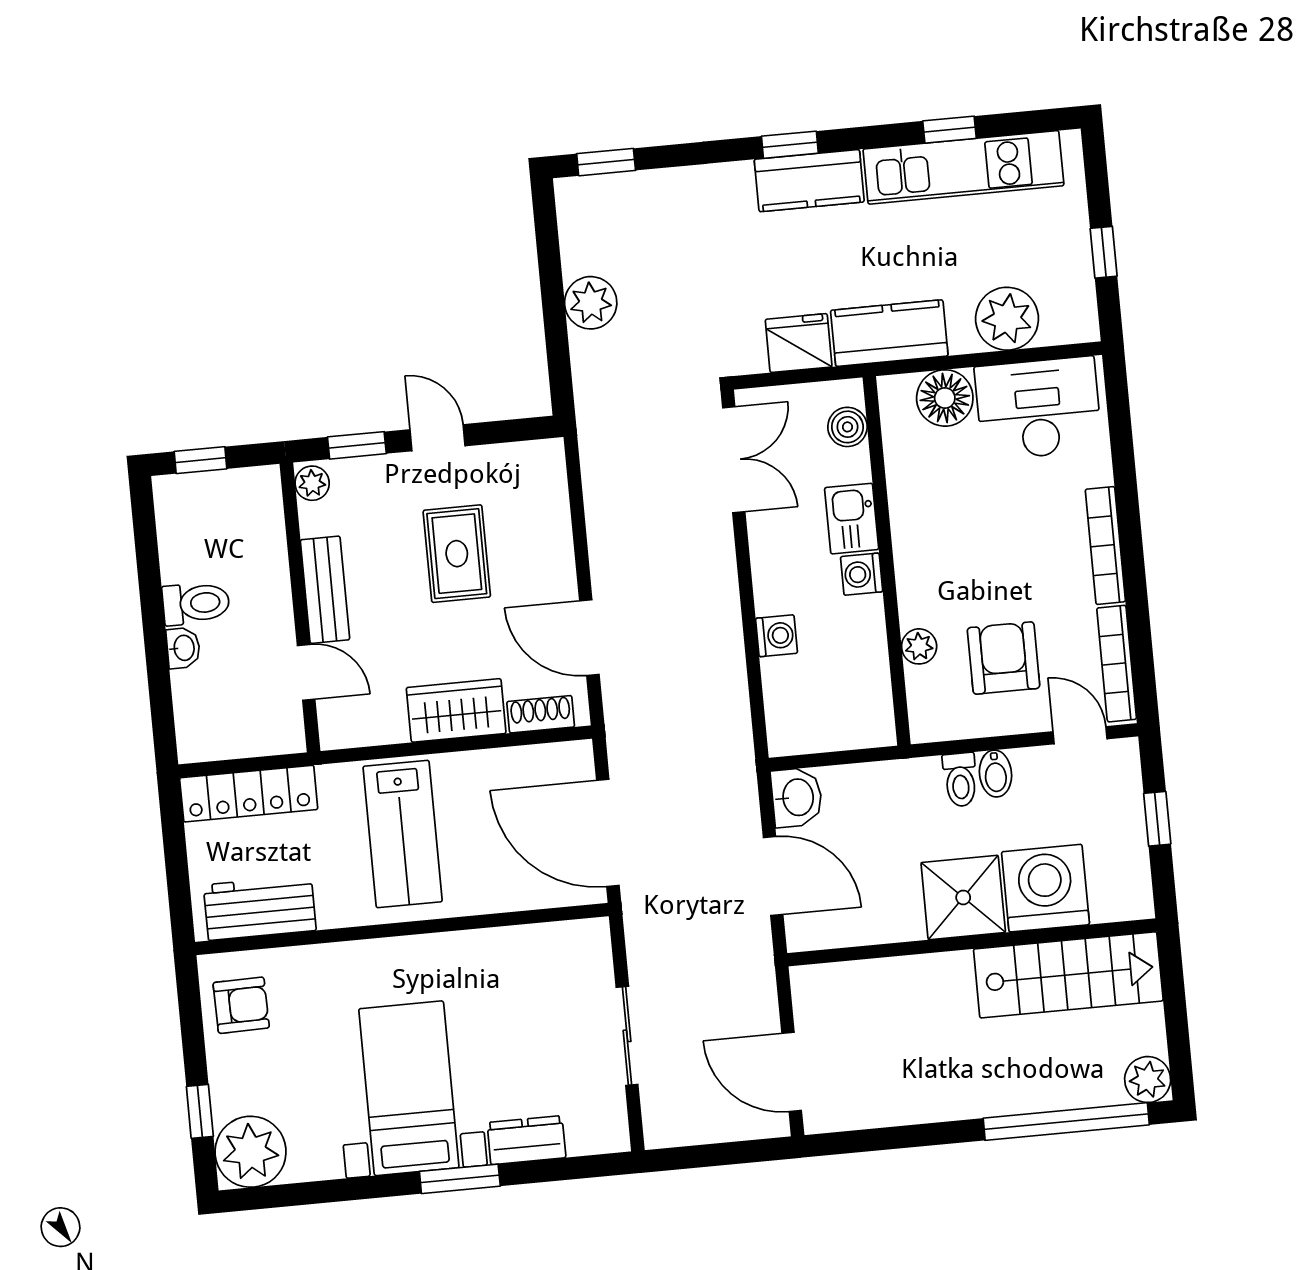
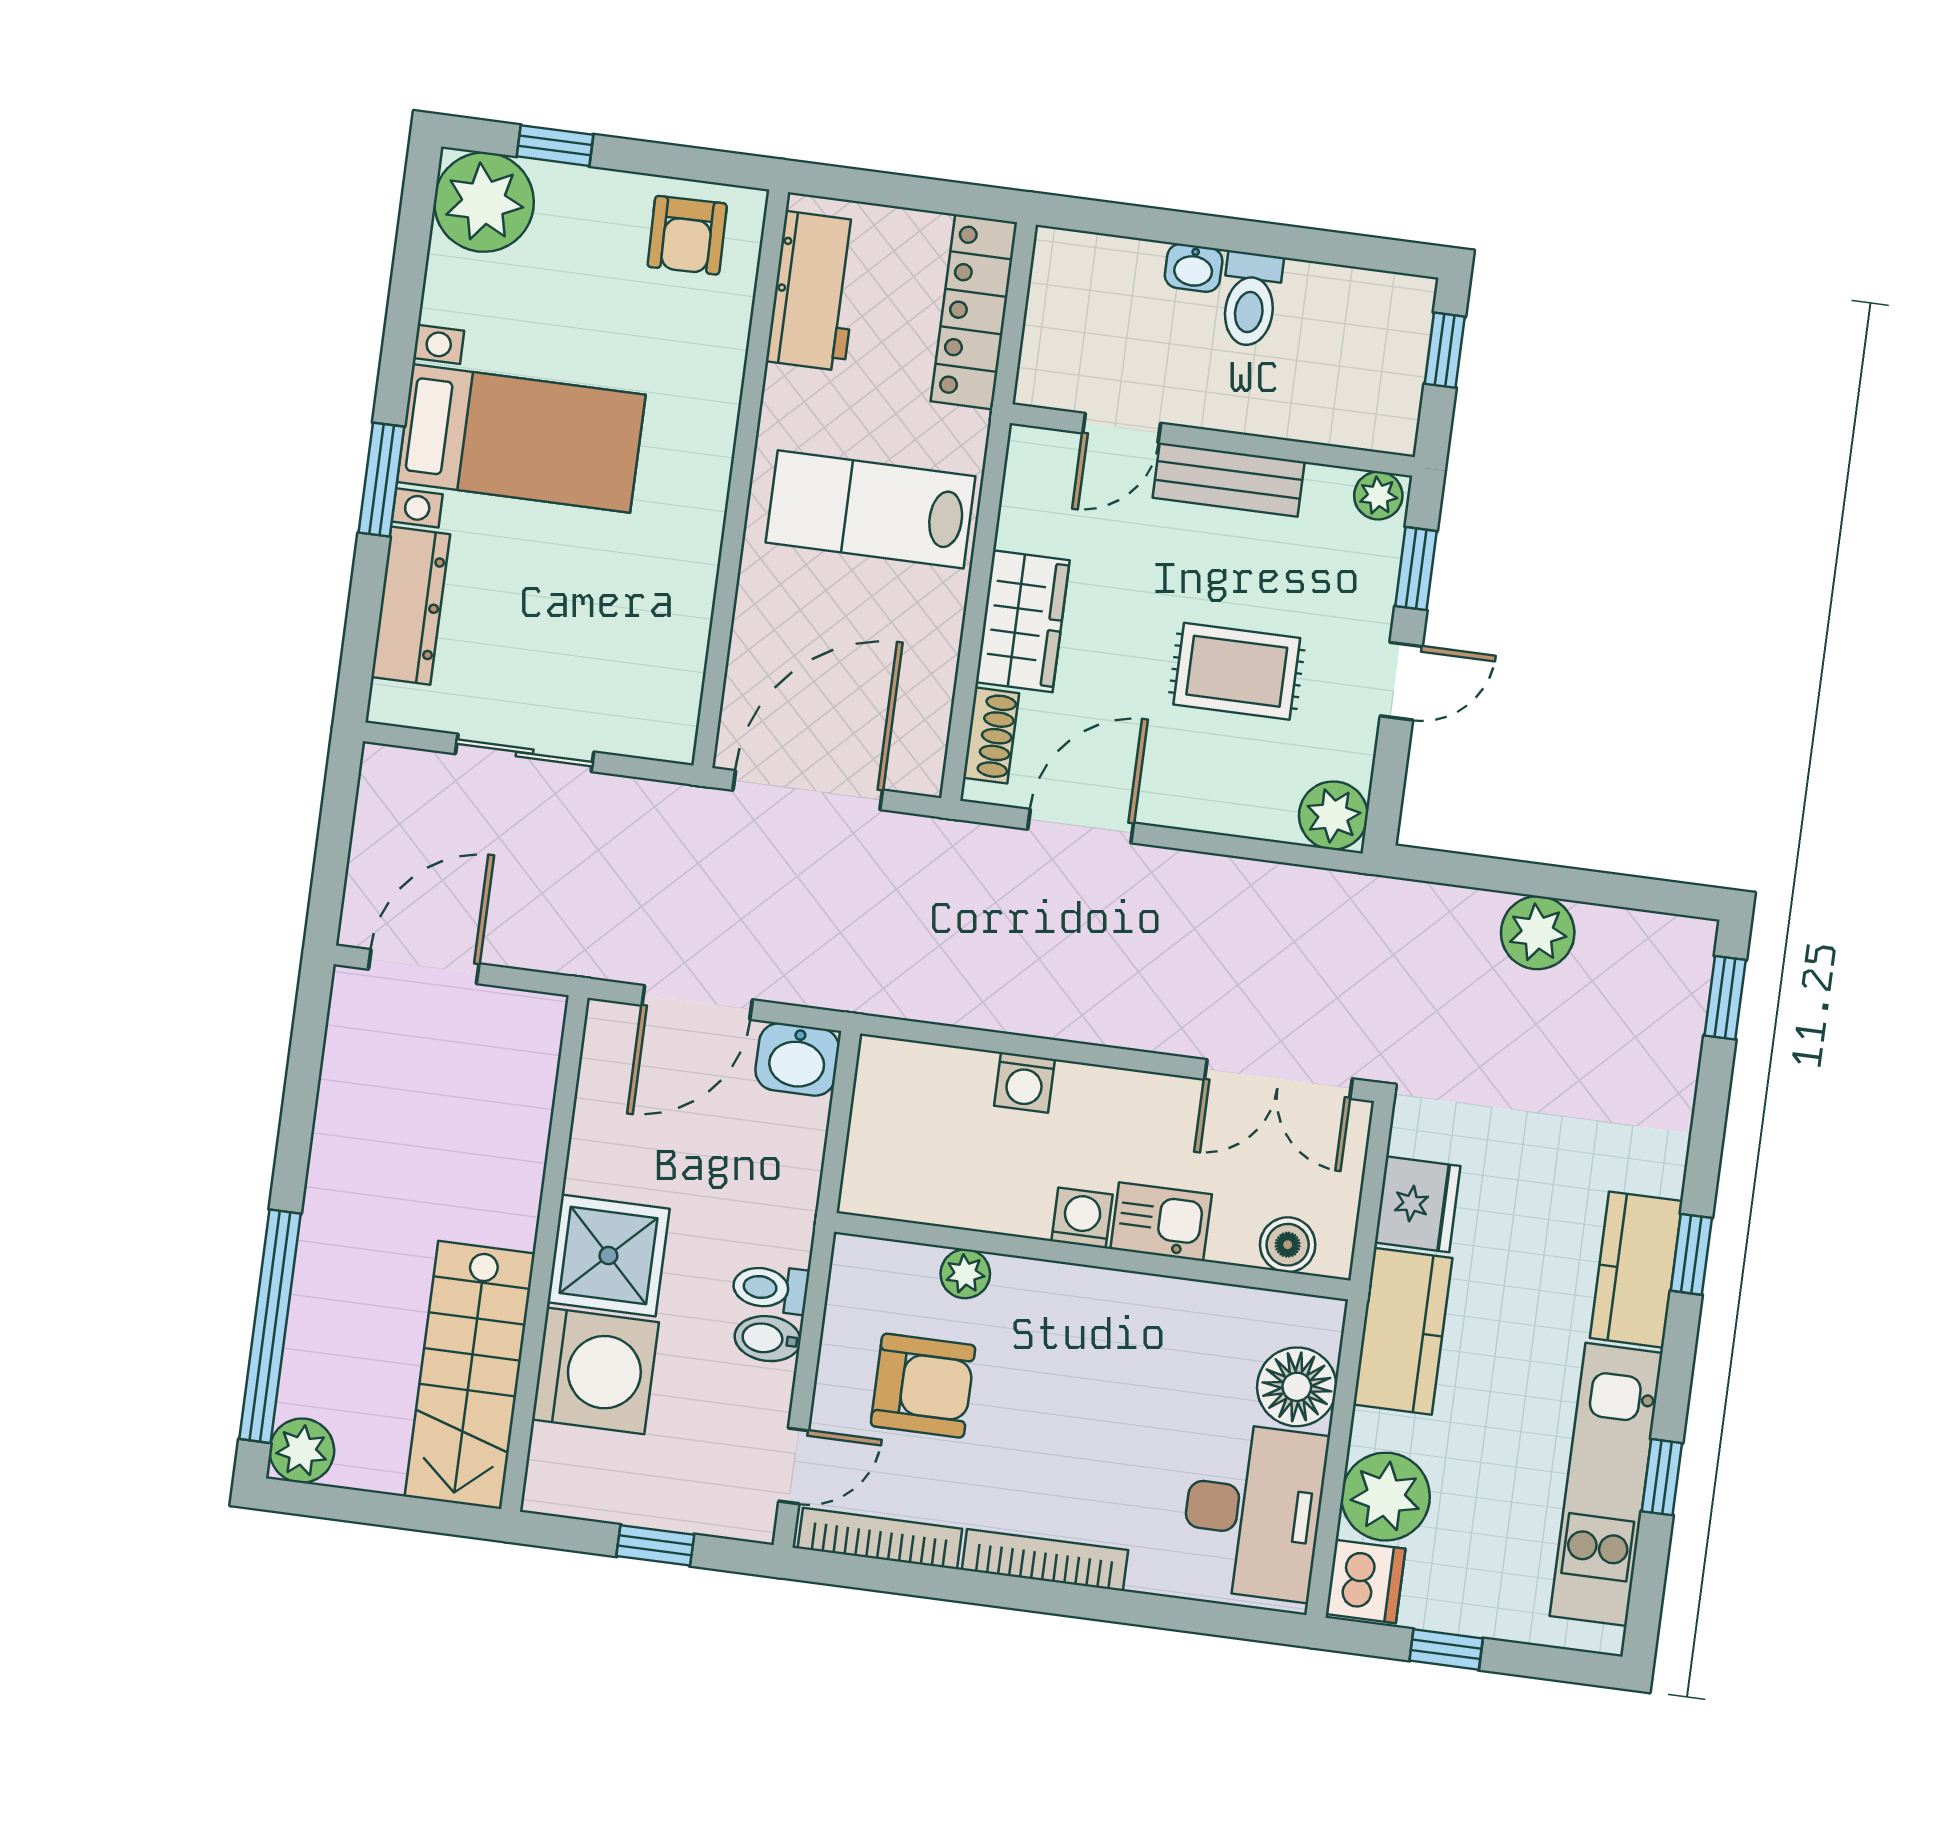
dishwasher: (1069, 319) -> (1365, 1581), added
plant: (542, 464) -> (1333, 815), added
dresser: (526, 1140) -> (411, 606), width x1.44

